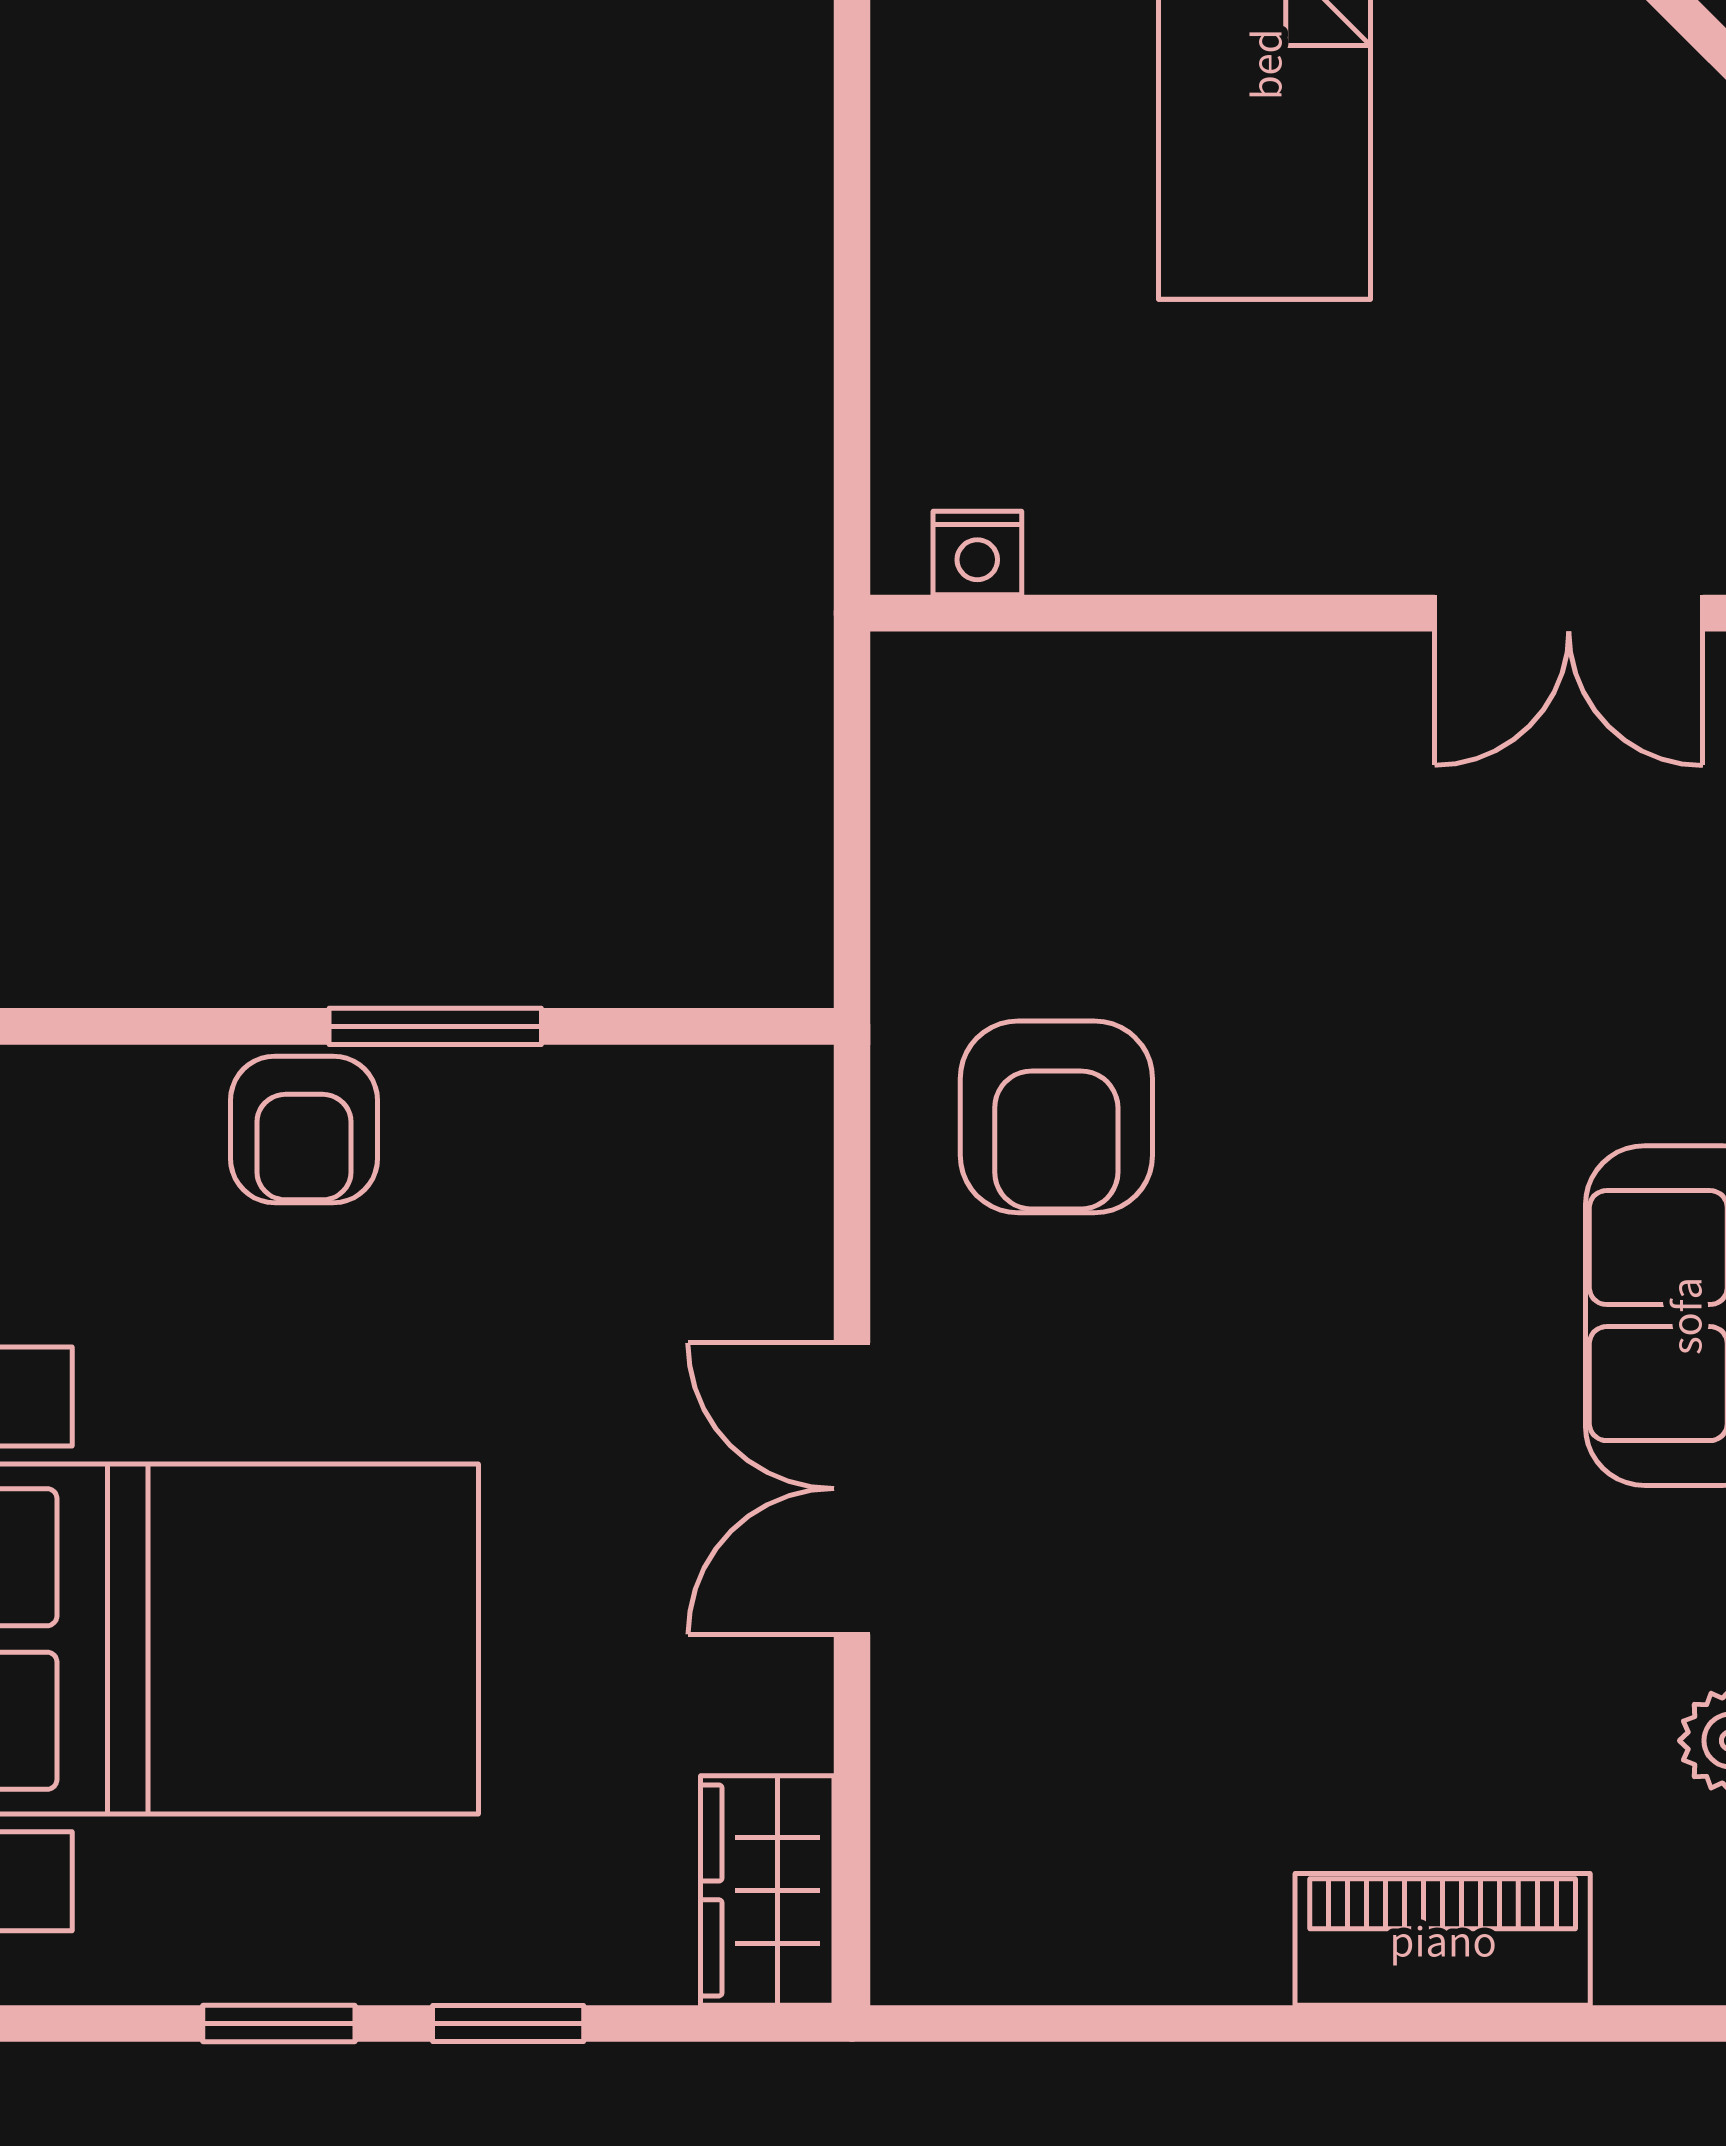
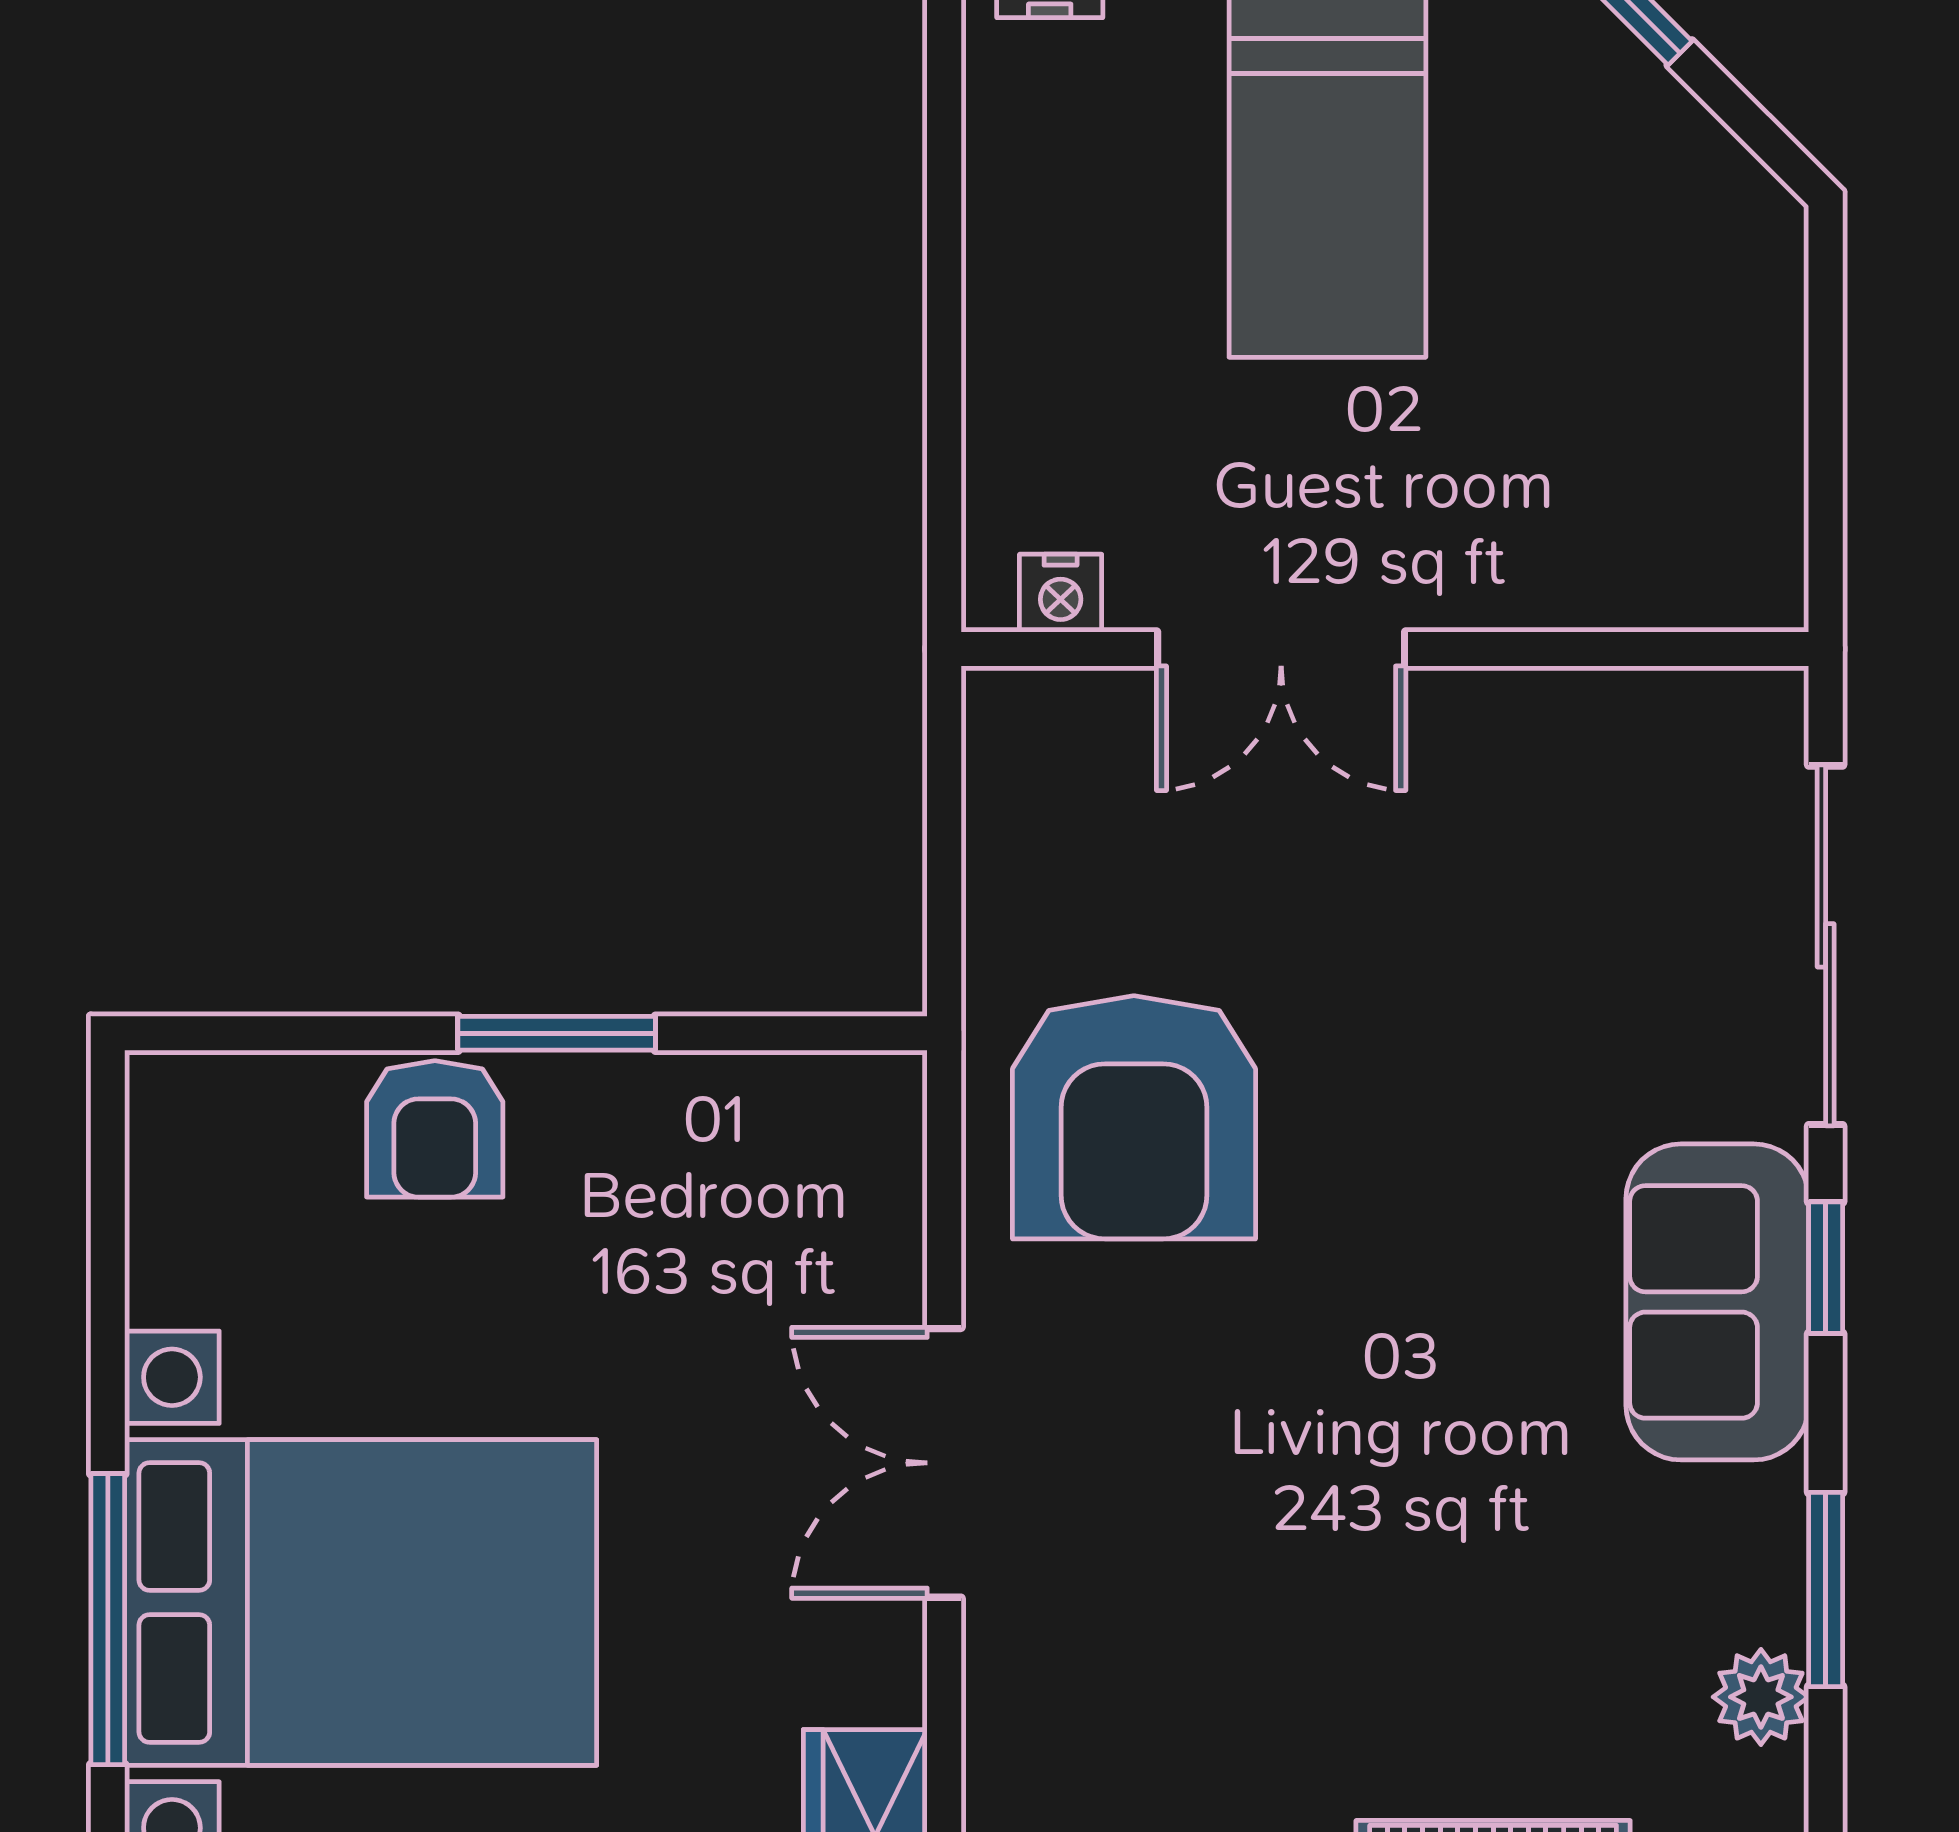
double door: (1569, 613) -> (1281, 649), moved
armchair: (1056, 1117) -> (1134, 1117), width x1.36, depth x1.36

